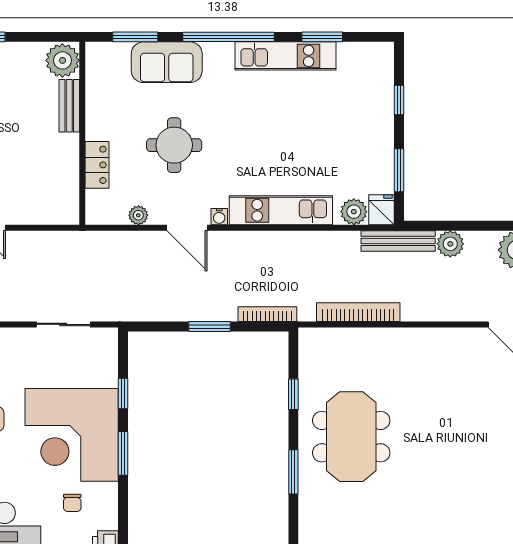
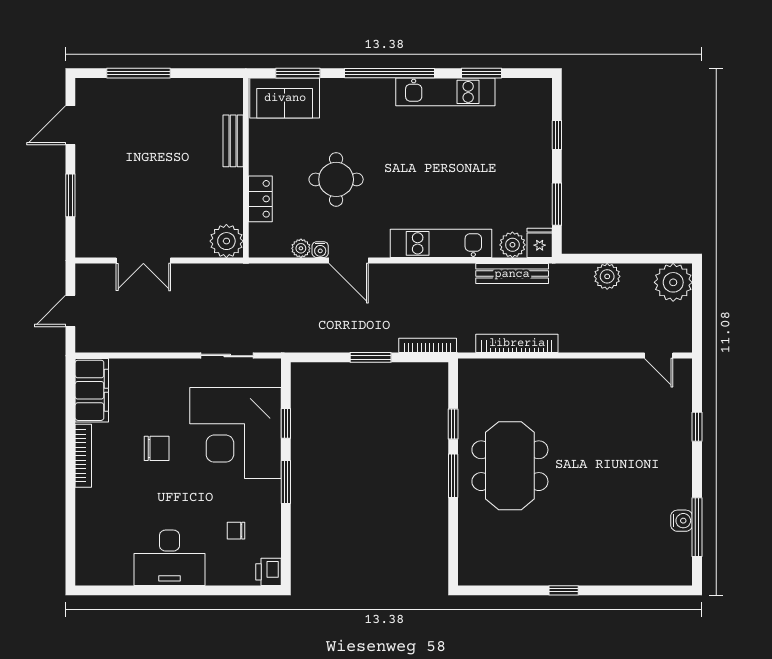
plant: (62, 60) -> (226, 241), moved
sofa: (167, 62) -> (285, 98), moved
water cooler: (219, 217) -> (320, 250), moved
bench: (398, 241) -> (512, 274), moved
corner desk: (72, 435) -> (235, 433), moved
window: (293, 472) -> (453, 476), moved
chair: (72, 503) -> (236, 531), turned 90

